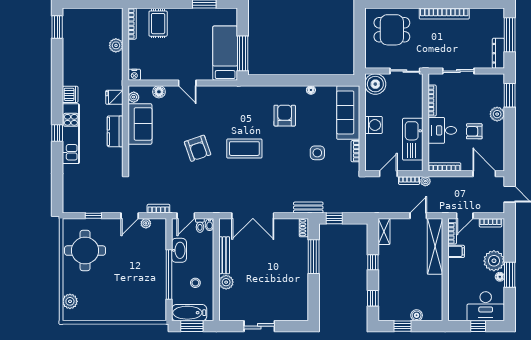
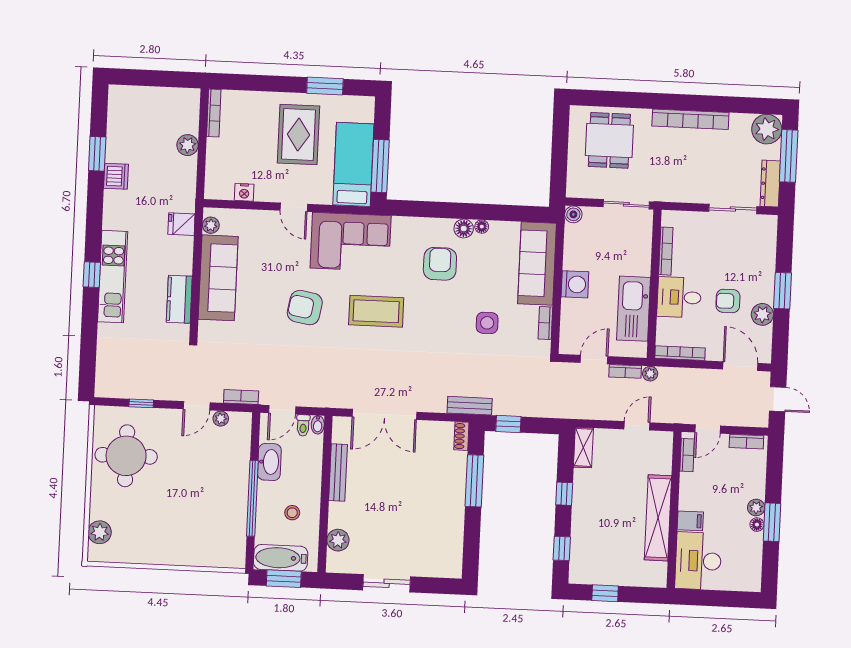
plant: (495, 18) -> (767, 129), added
rug: (158, 24) -> (298, 135), moved, width x1.36, depth x1.43
window: (57, 27) -> (97, 154), moved
dining table: (392, 30) -> (609, 140), turned 90
sliding door: (458, 71) -> (733, 209), moved
nightstand: (134, 75) -> (244, 192), moved
boiler: (375, 84) -> (573, 214), width x0.54, depth x0.54
floor lamp: (159, 92) -> (464, 228), moved
dishwasher: (70, 94) -> (116, 176), moved
window: (510, 95) -> (783, 291), moved
corner sofa: (226, 104) -> (351, 242), added
plant: (497, 114) -> (762, 314), moved
sofa: (140, 124) -> (218, 278), width x1.36
kitchen counter: (115, 131) -> (179, 299), moved
armchair: (198, 148) -> (305, 308), turned 119
shelving: (435, 246) -> (658, 518), moved
filing cabinet: (456, 251) -> (690, 521), moved
plant: (494, 261) -> (756, 507), width x0.53, depth x0.53
plant: (226, 282) -> (338, 540), moved
desk: (486, 306) -> (698, 561), moved, turned 90
boiler: (417, 315) -> (627, 578), removed
window: (478, 326) -> (720, 598), removed

